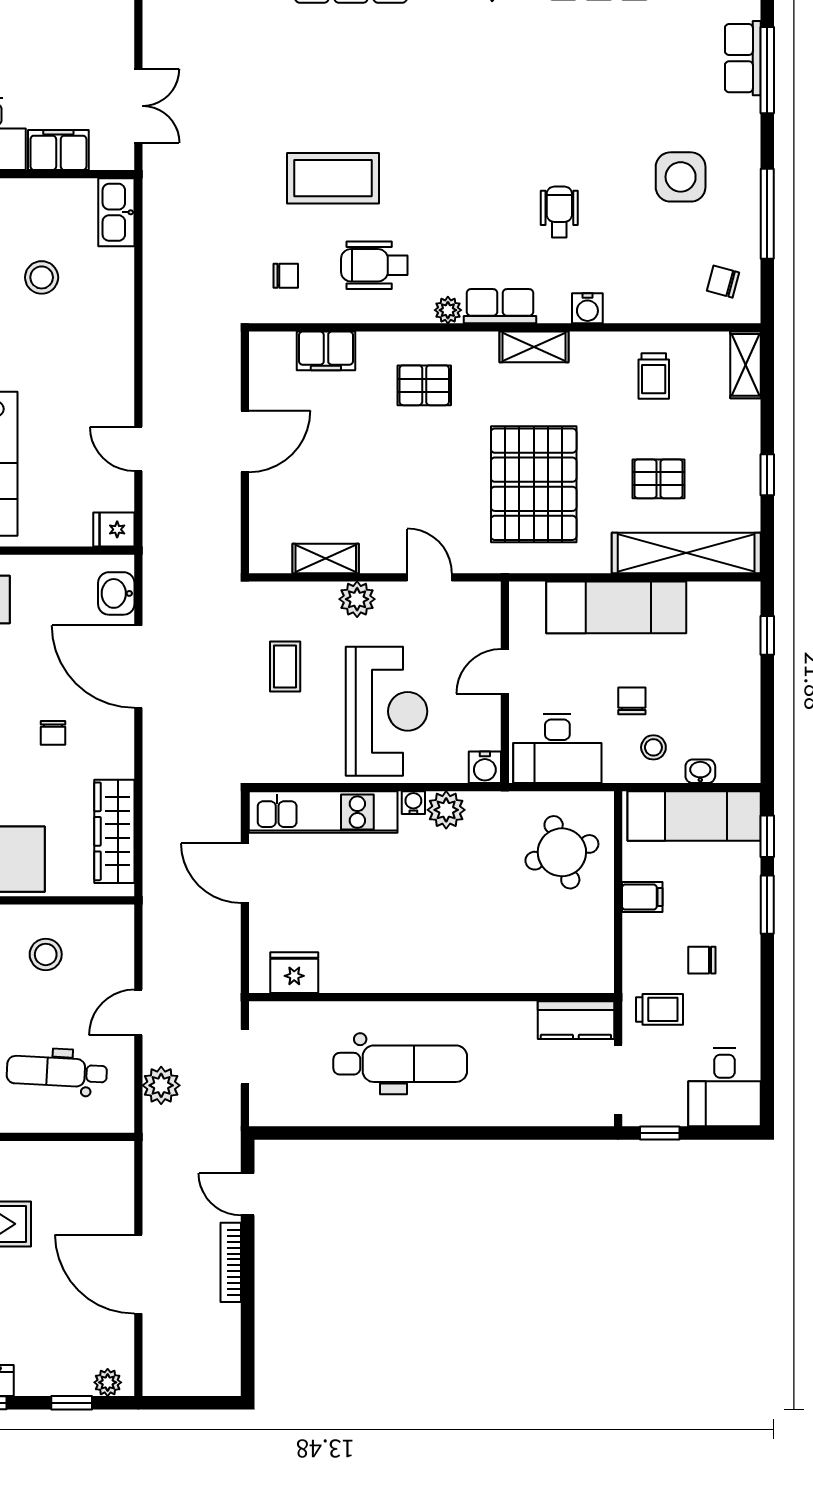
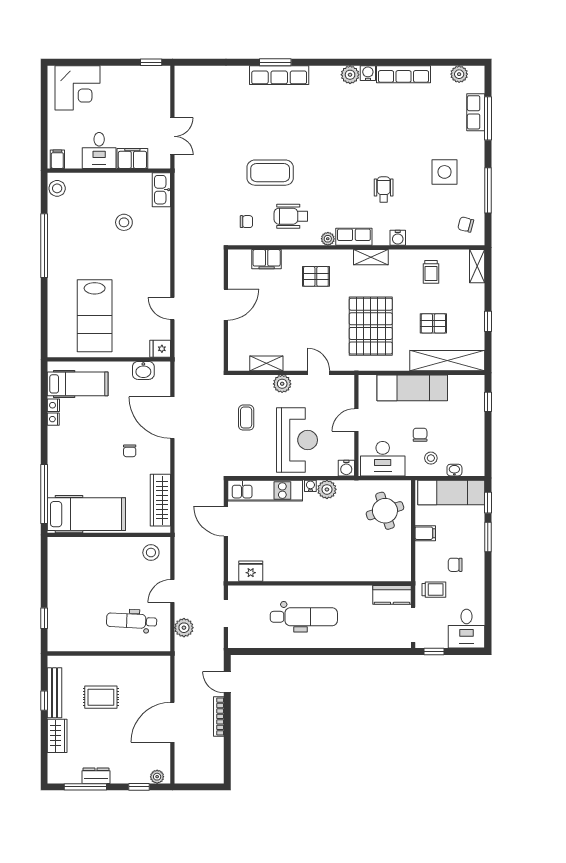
washbasin: (116, 593) -> (143, 370), moved, turned -90
stool: (46, 954) -> (151, 553), moved
door: (138, 1274) -> (172, 722), hinge flipped

